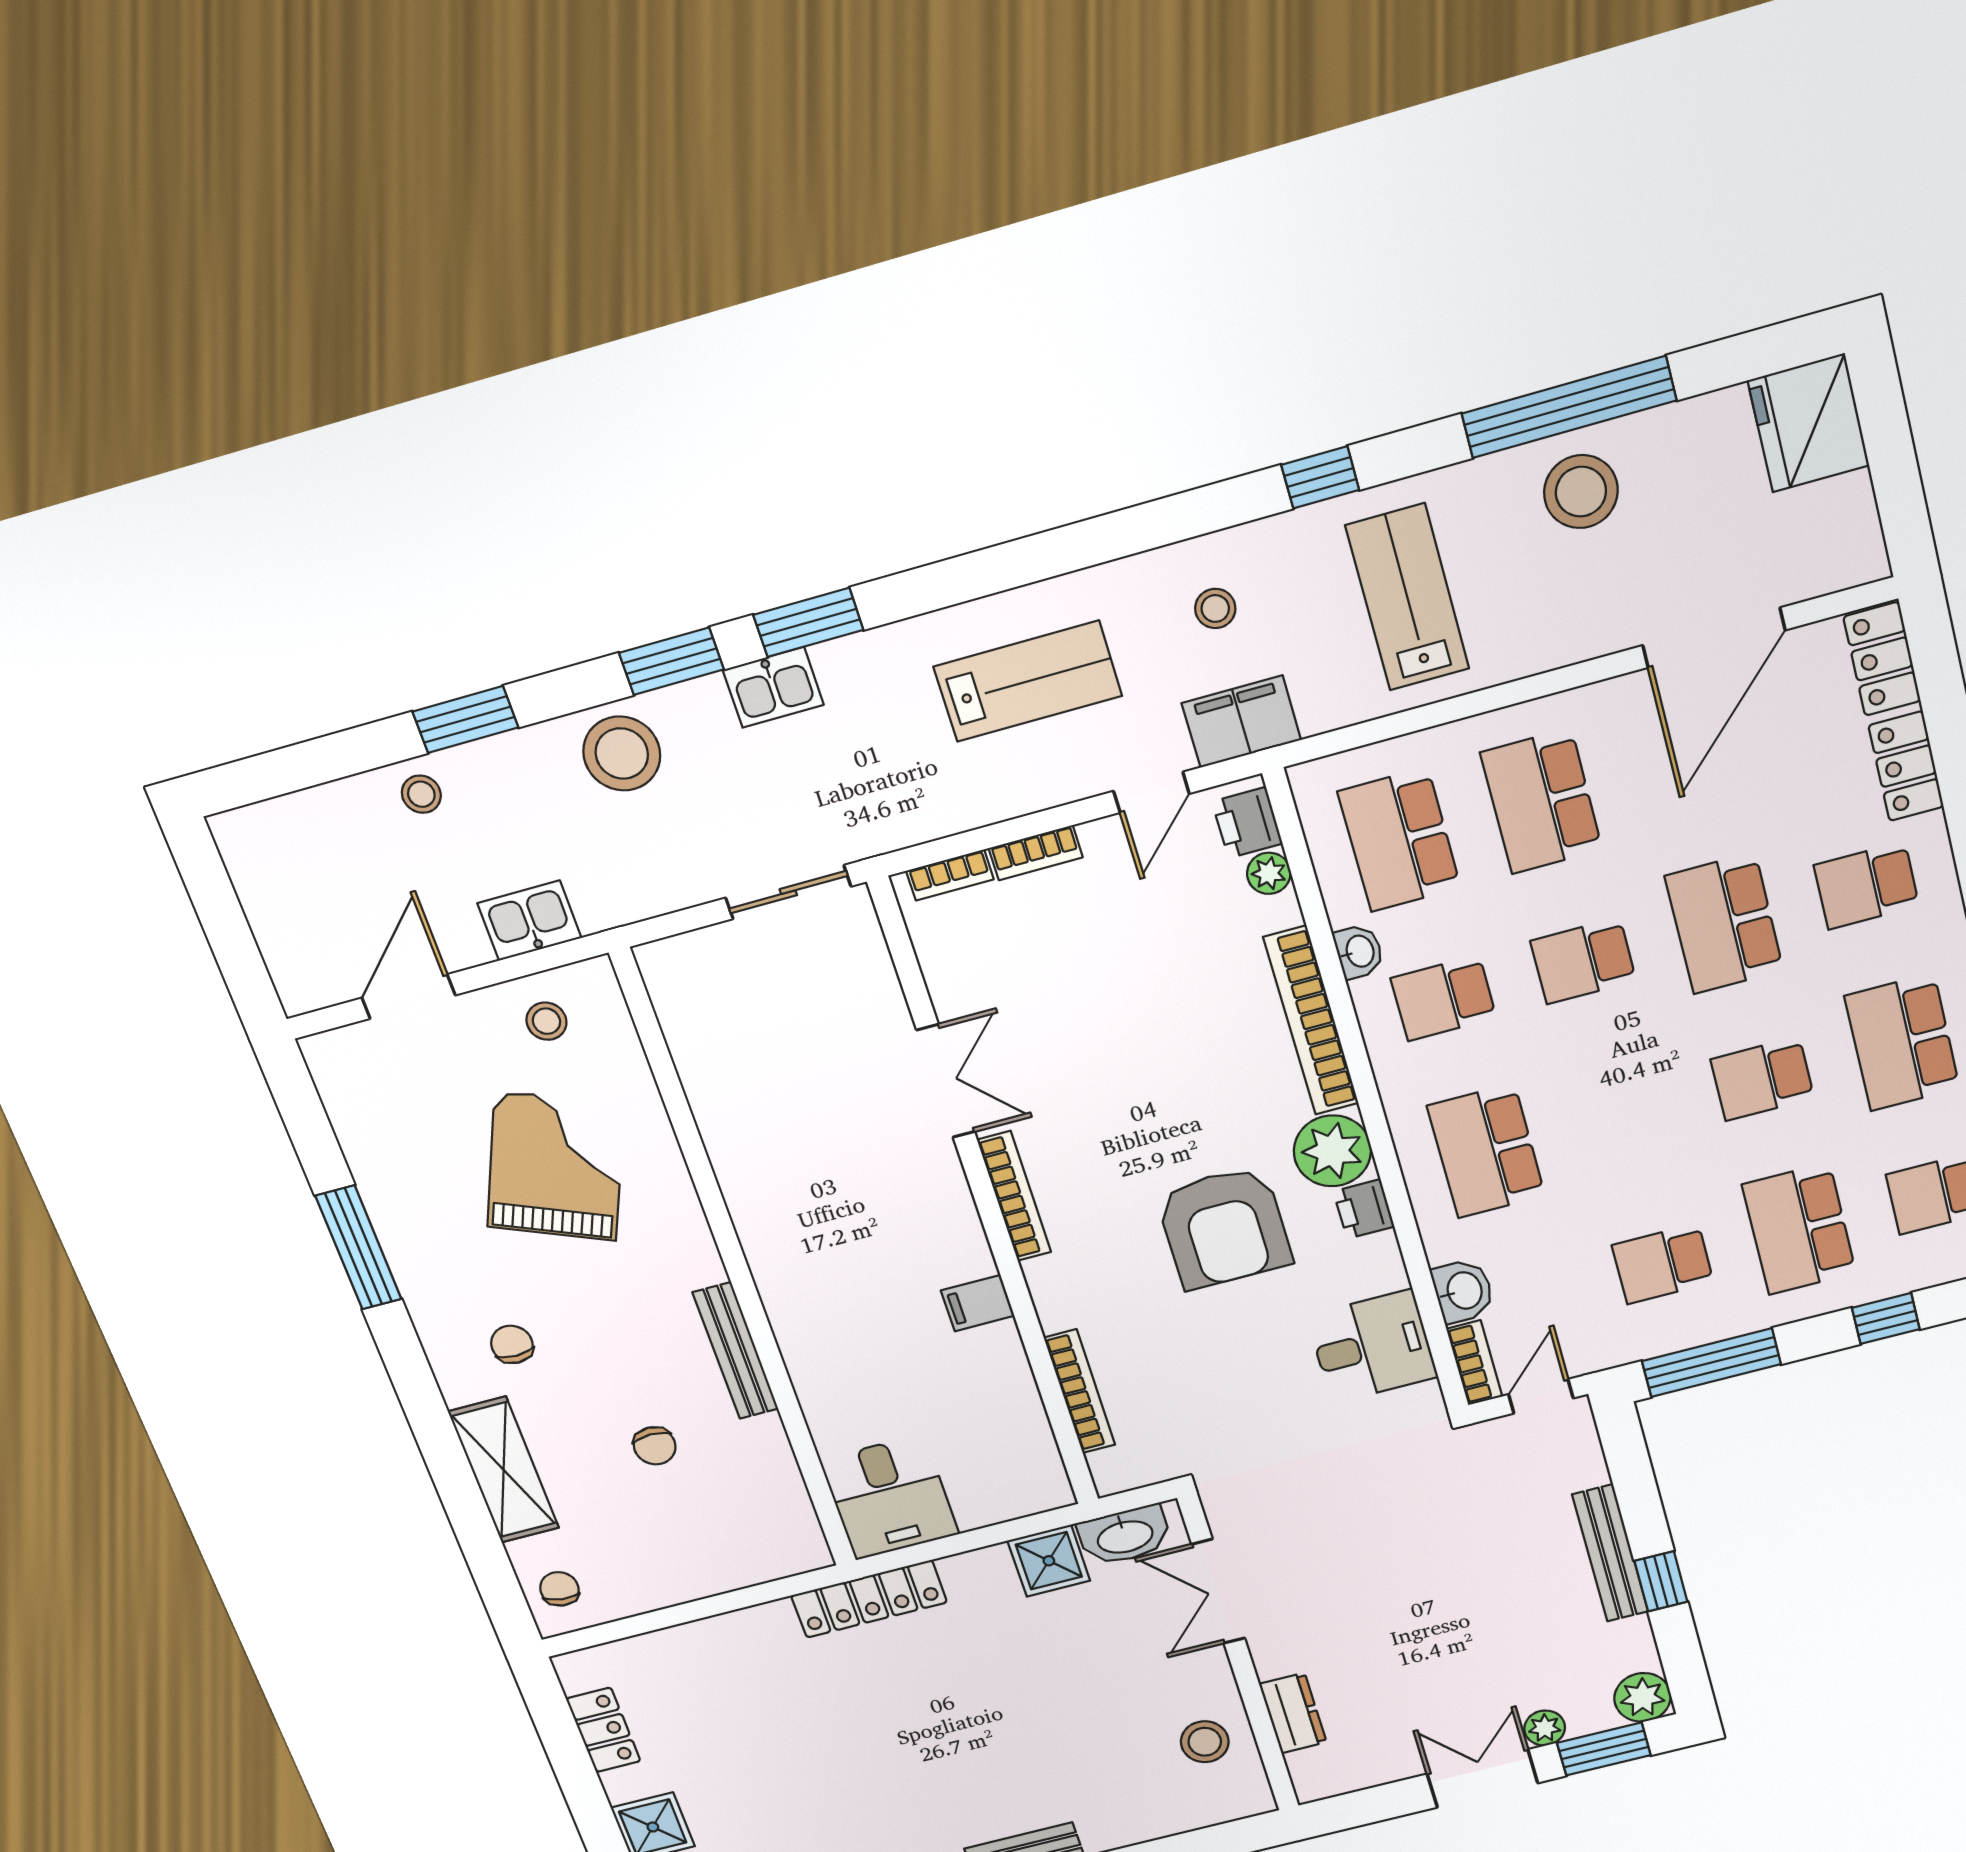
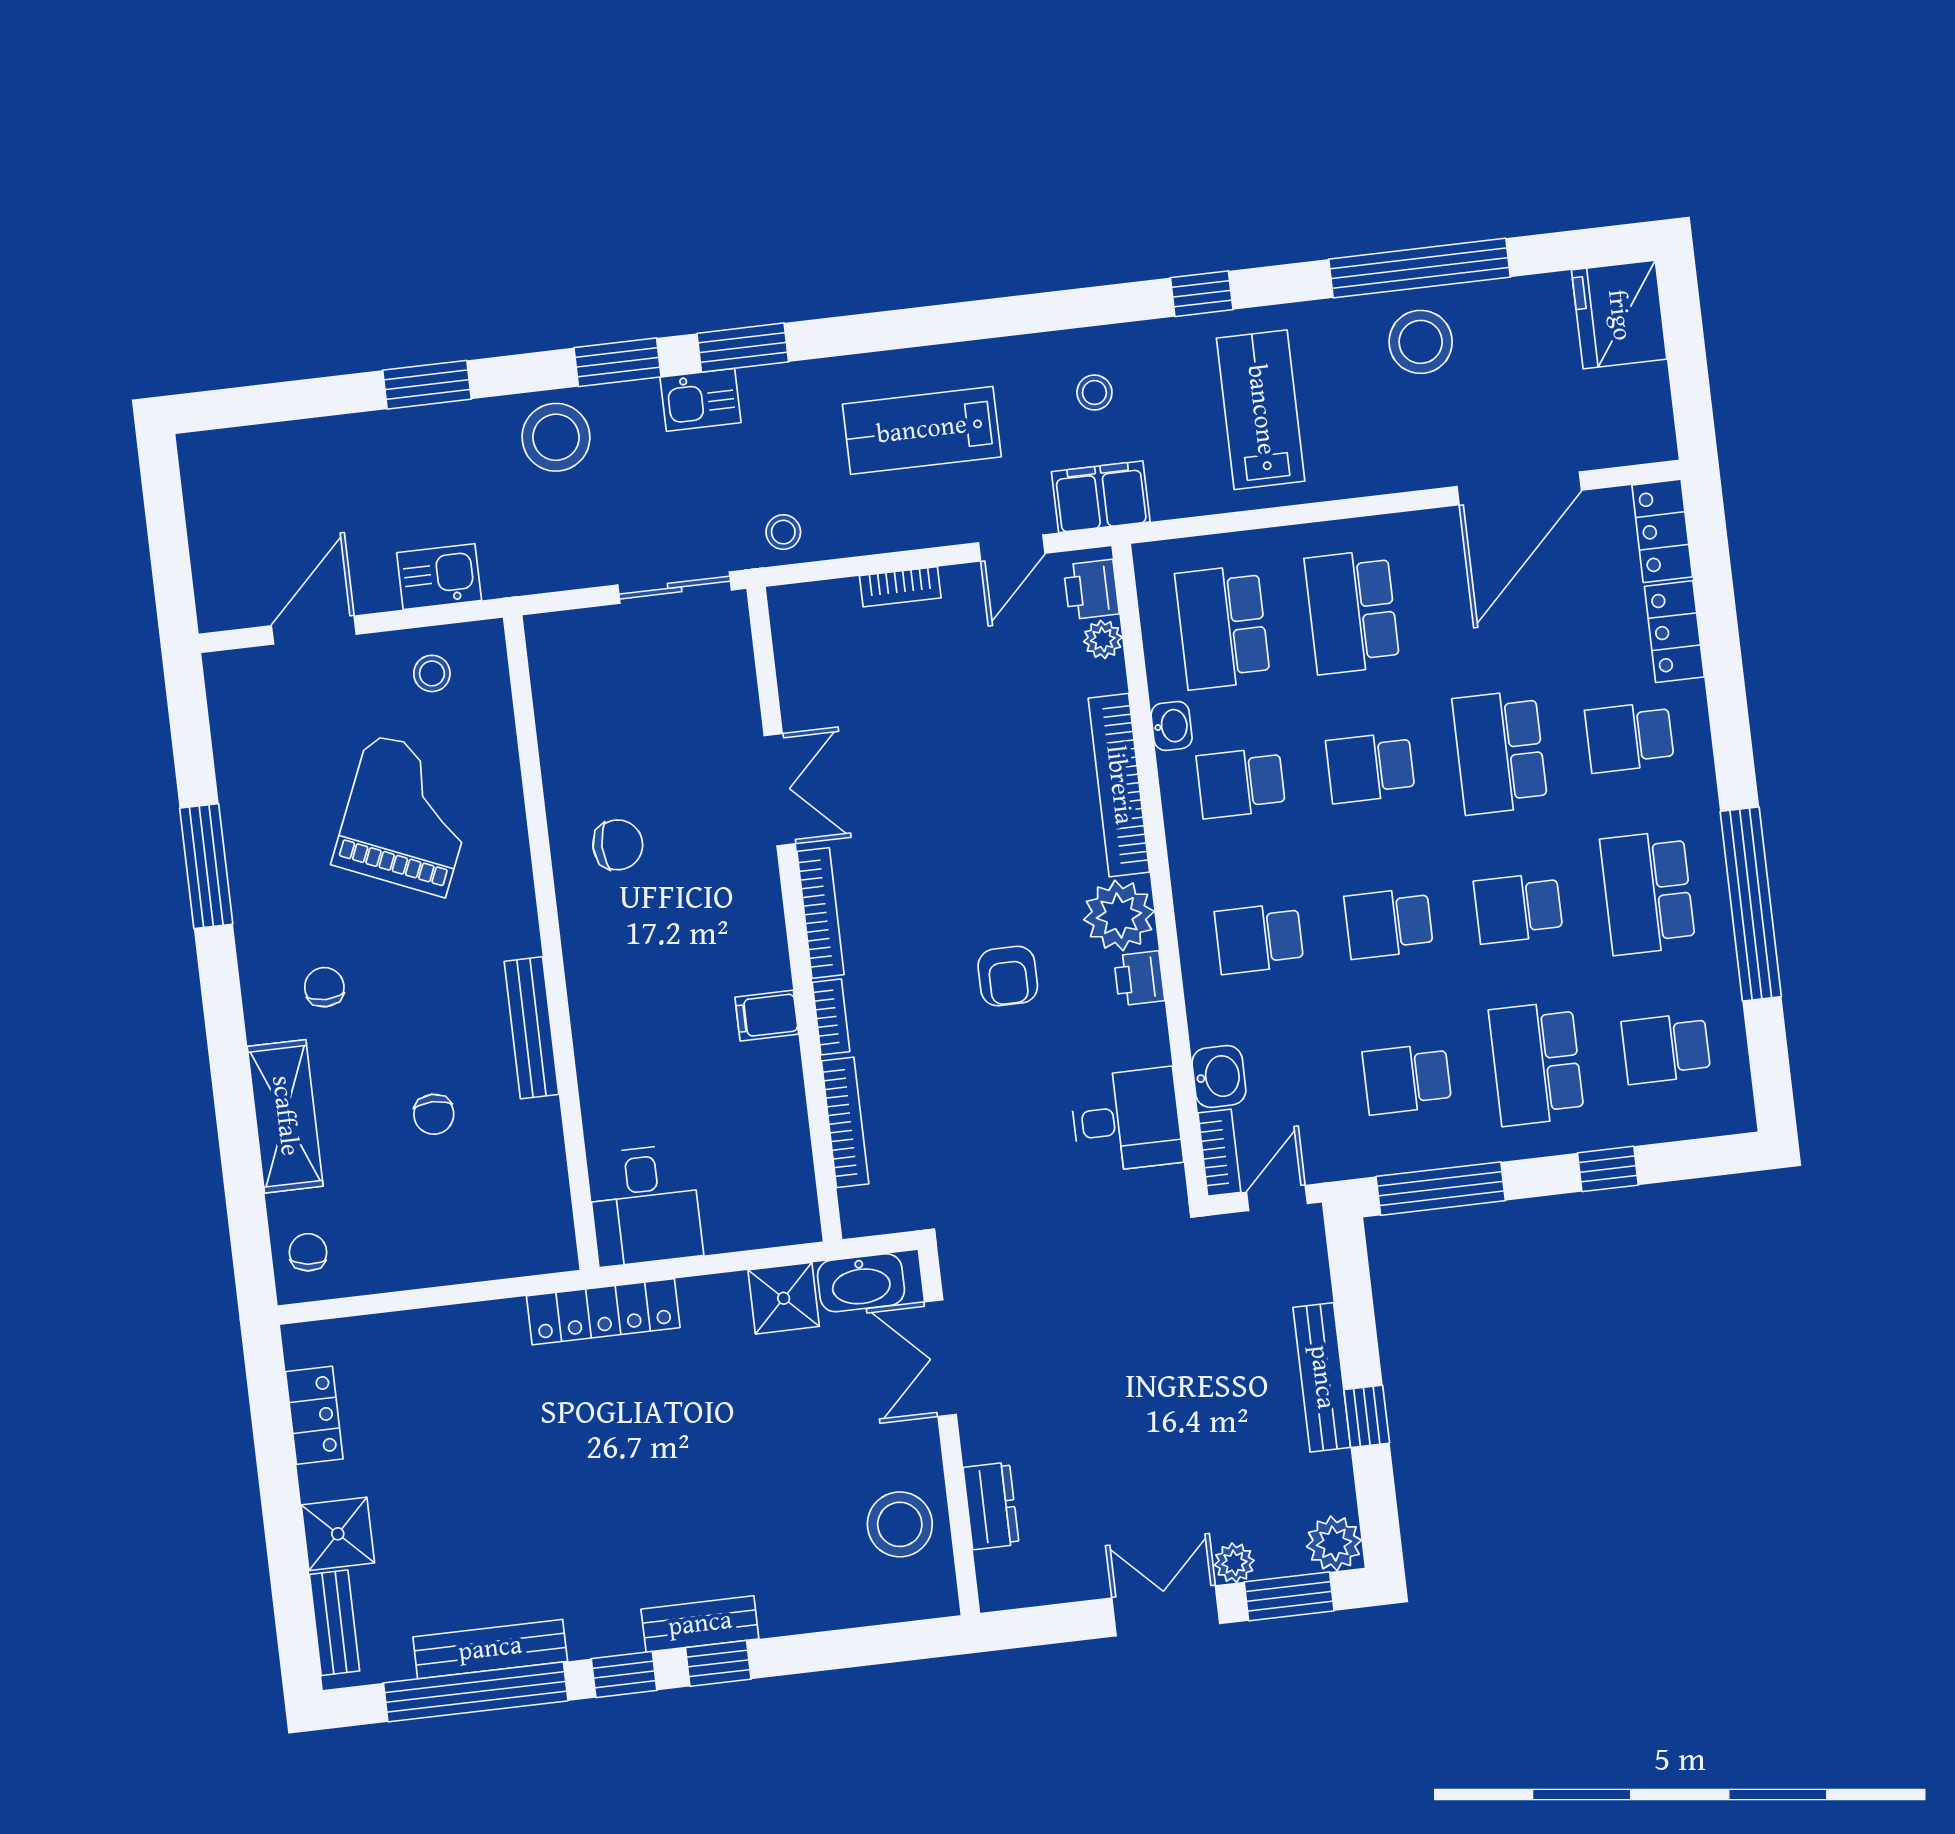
lab bench: (1028, 681) -> (922, 430), turned 180
stool: (421, 794) -> (783, 532), moved
bookcase: (950, 875) -> (831, 1017), moved, turned -90
school desk: (1624, 1115) -> (1389, 923), added
school desk: (1486, 1151) -> (1259, 938), width x0.54
chair: (785, 1162) -> (618, 845), added
armchair: (1224, 1228) -> (1008, 976), width x0.53, depth x0.53
stool: (1205, 1742) -> (900, 1524), width x1.38, depth x1.38

